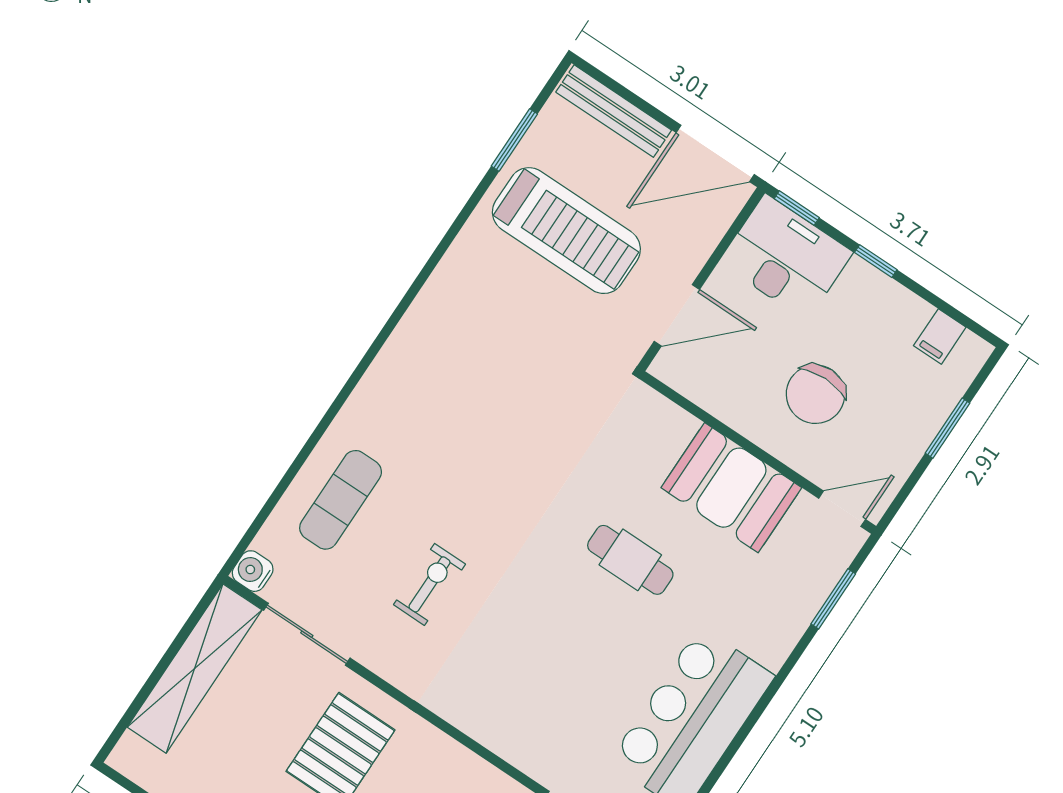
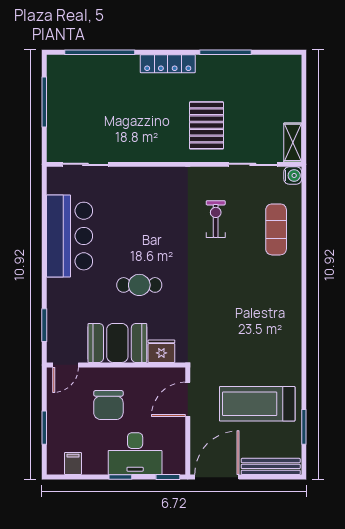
desk: (786, 257) -> (135, 454), moved
chair: (816, 394) -> (108, 405), turned 180
fridge: (667, 425) -> (161, 351), added
exercise bike: (430, 584) -> (216, 219), turned 180
shelving: (195, 669) -> (293, 142), width x0.45, depth x0.75

